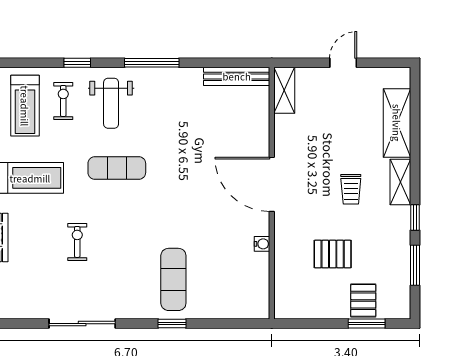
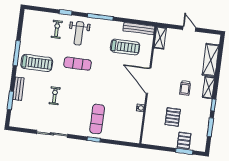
door: (343, 63) -> (189, 29), hinge flipped
treadmill: (25, 106) -> (125, 47), moved, turned -90
pallet: (333, 254) -> (173, 117), turned 90

